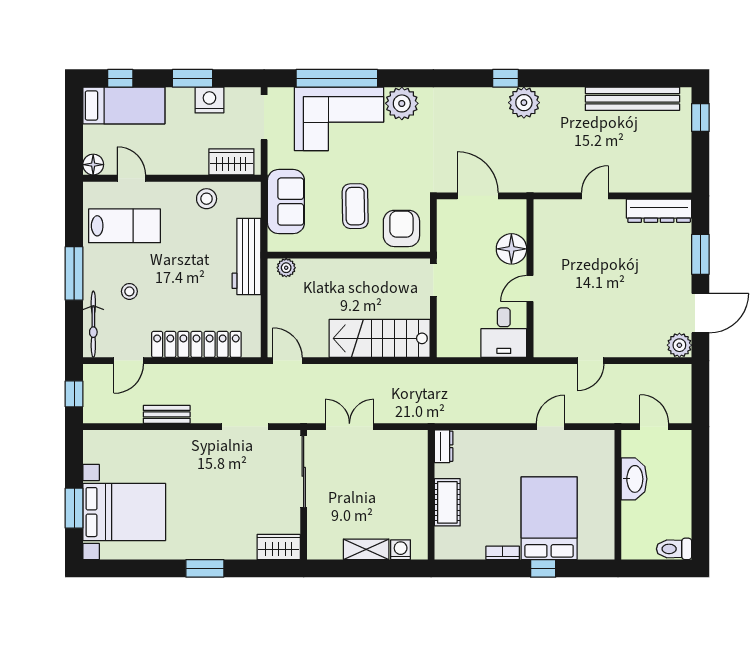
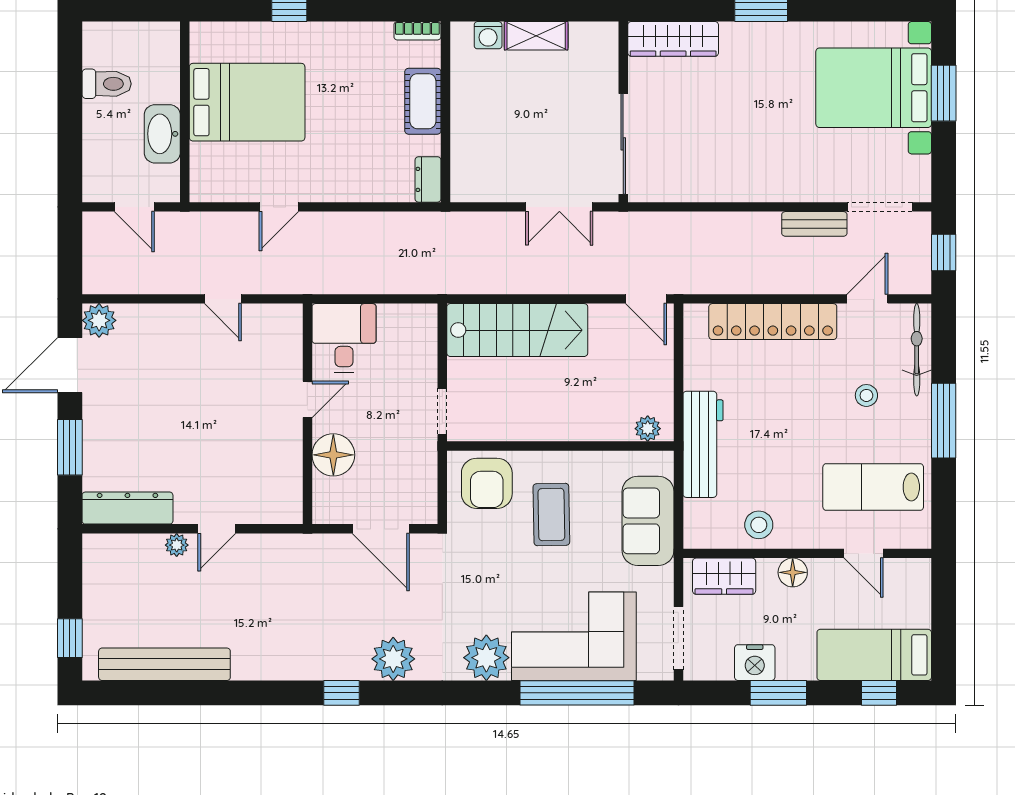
plant: (524, 103) -> (393, 659), moved
floor lamp: (93, 165) -> (793, 572), moved
plant: (624, 184) -> (177, 545), added
door: (591, 361) -> (223, 299), swing flipped
doorway: (245, 427) -> (880, 207), moved
bed: (549, 518) -> (247, 102), moved, turned -90
wardrobe: (279, 547) -> (673, 39), width x1.50
toilet: (674, 549) -> (107, 84), moved
bookcase: (503, 553) -> (417, 31), moved

